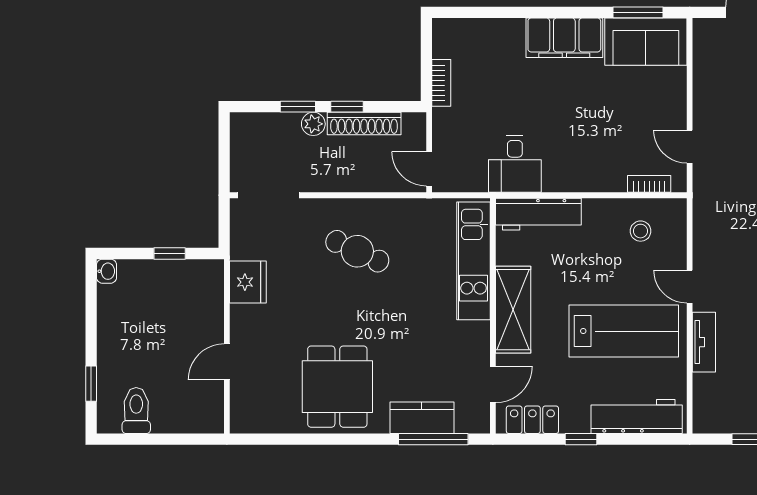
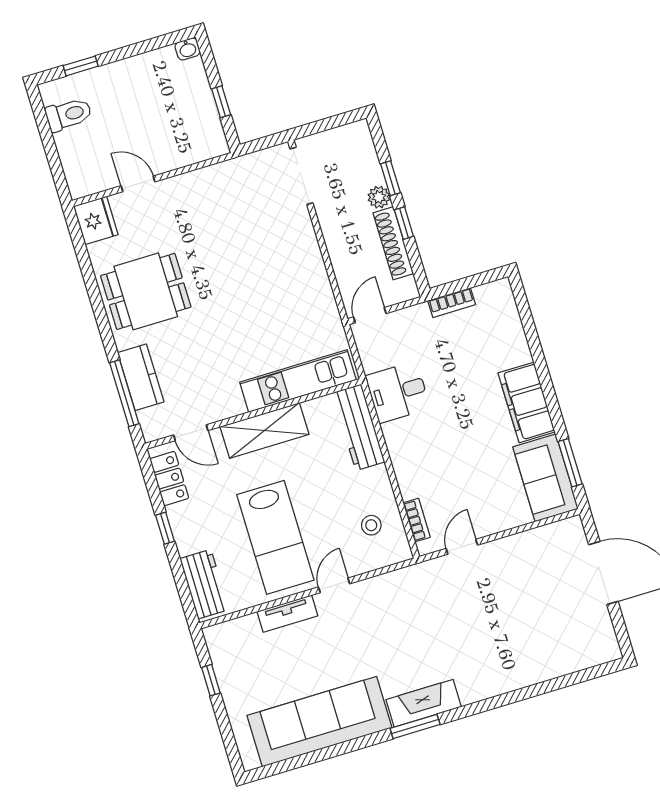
cafe table: (357, 251) -> (275, 272), removed
fridge: (248, 282) -> (96, 220), moved, turned -90
workbench: (637, 416) -> (204, 584), width x0.73

